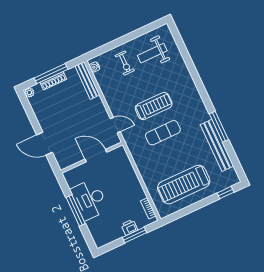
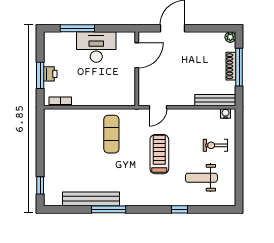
weight bench: (152, 53) -> (201, 178), moved, turned -90
window: (192, 68) -> (179, 209), added
treadmill: (154, 106) -> (159, 154), turned 180
exercise mat: (163, 133) -> (111, 134), moved
door: (96, 156) -> (137, 55), moved
treadmill: (184, 184) -> (68, 148), removed
window: (76, 210) -> (77, 28), moved

